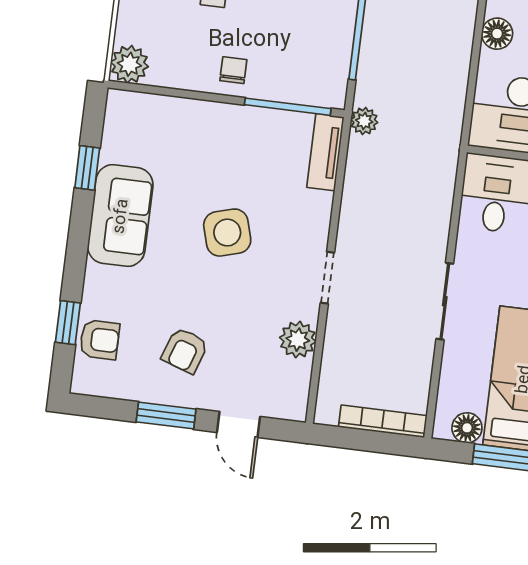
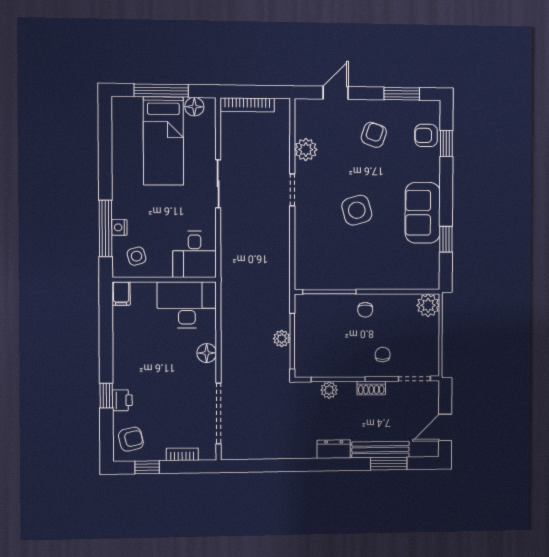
plant: (364, 121) -> (282, 339), moved
tv unit: (325, 152) -> (303, 267), removed
window: (166, 416) -> (402, 94), moved
door: (239, 425) -> (336, 93), hinge flipped

